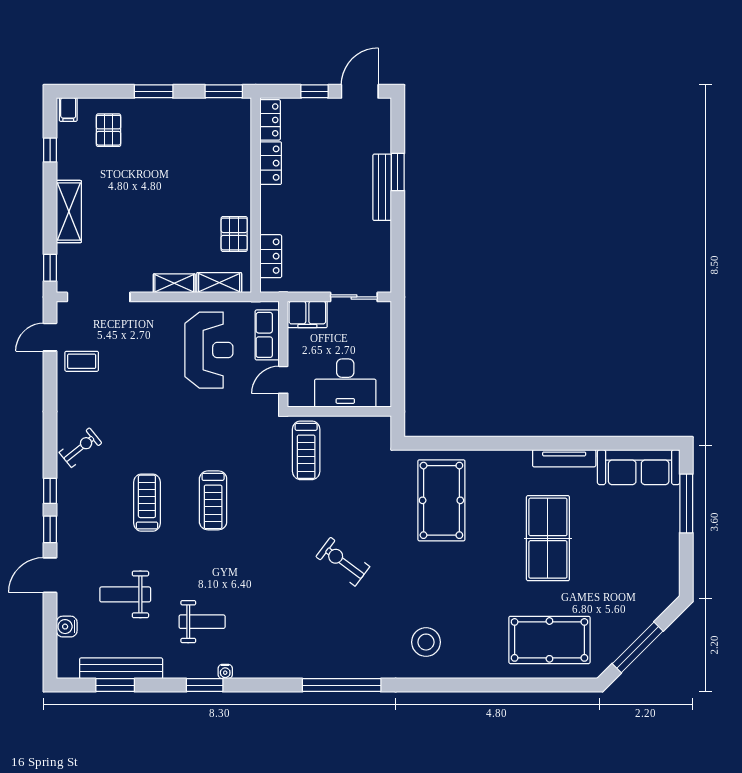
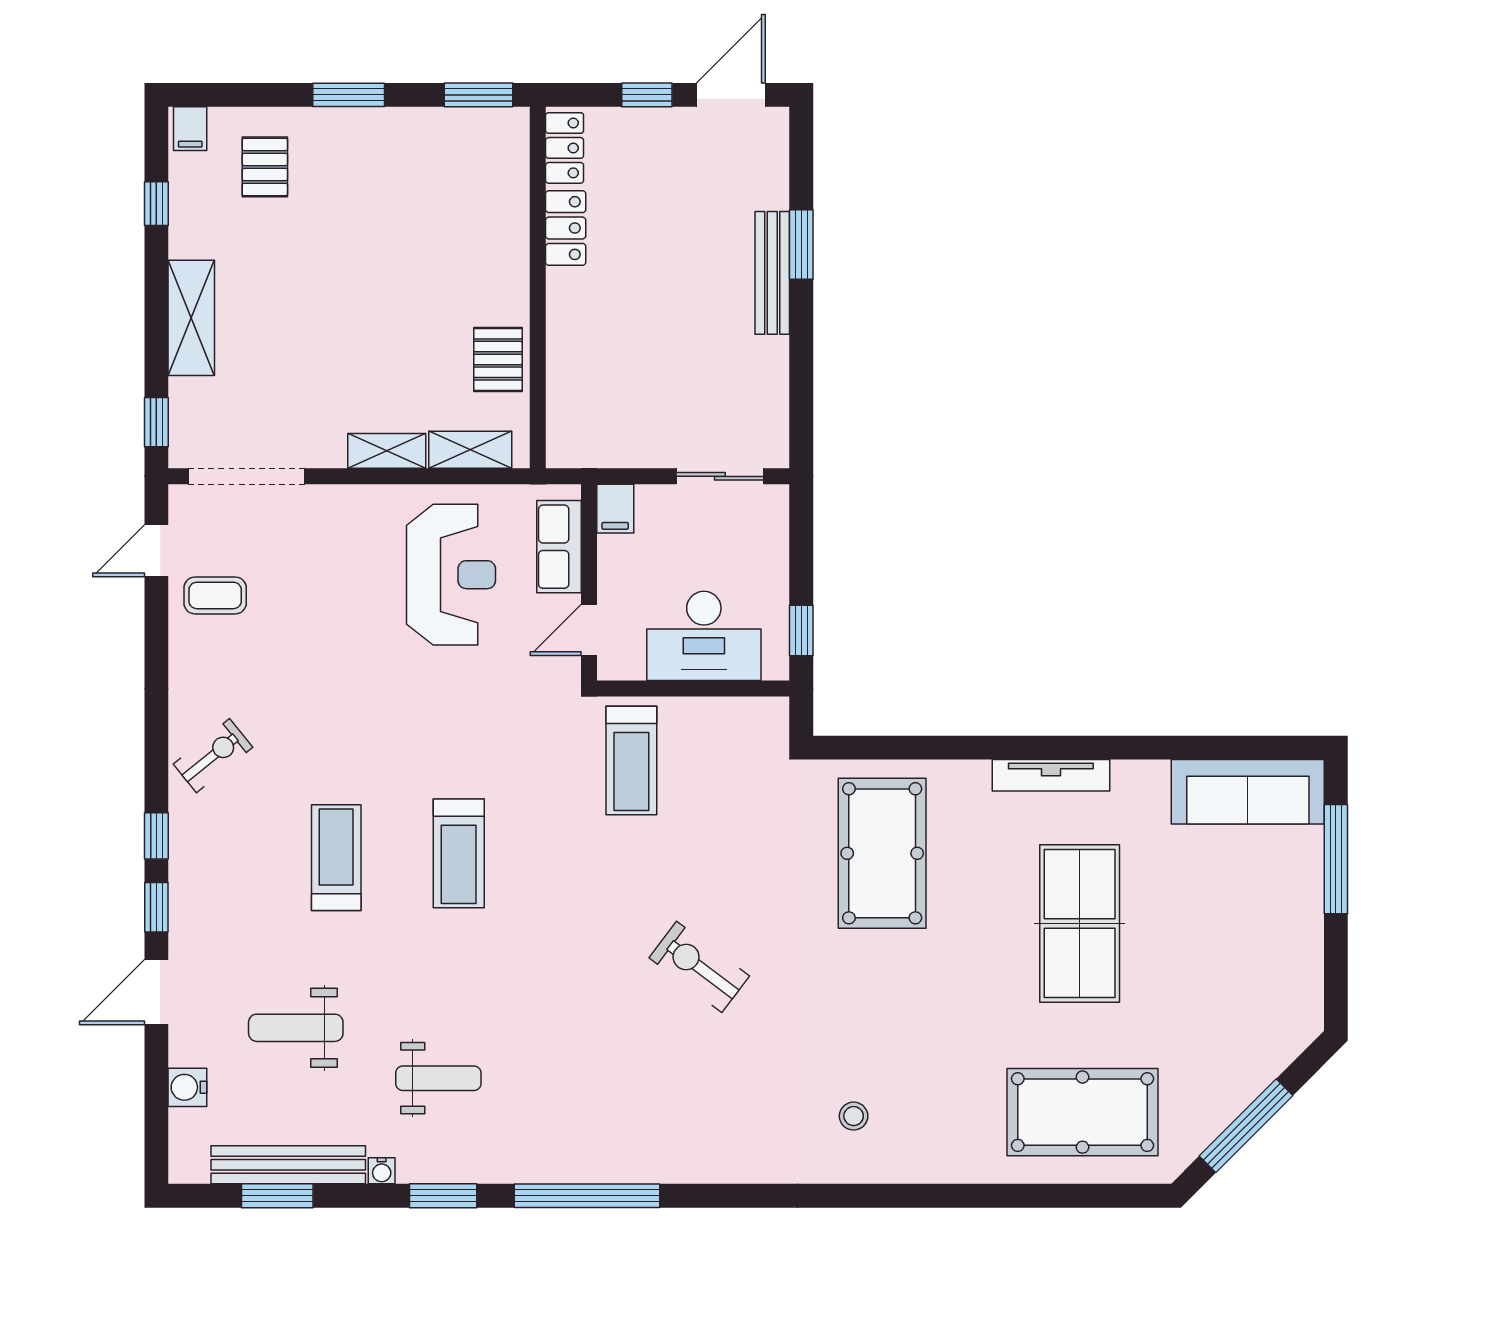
locker: (271, 256) -> (566, 401), removed
filing cabinet: (307, 314) -> (615, 509), width x0.50
window: (398, 380) -> (801, 630), added
tv unit: (564, 458) -> (1051, 775), moved
stool: (426, 642) -> (854, 1116), width x0.53, depth x0.53
water cooler: (225, 672) -> (382, 1171), moved
window: (342, 685) -> (587, 1196), moved

